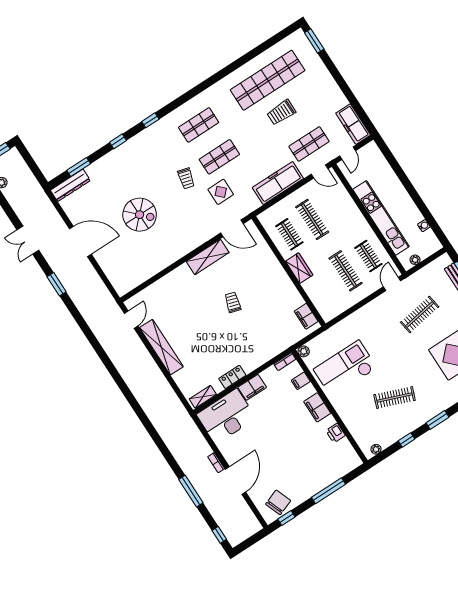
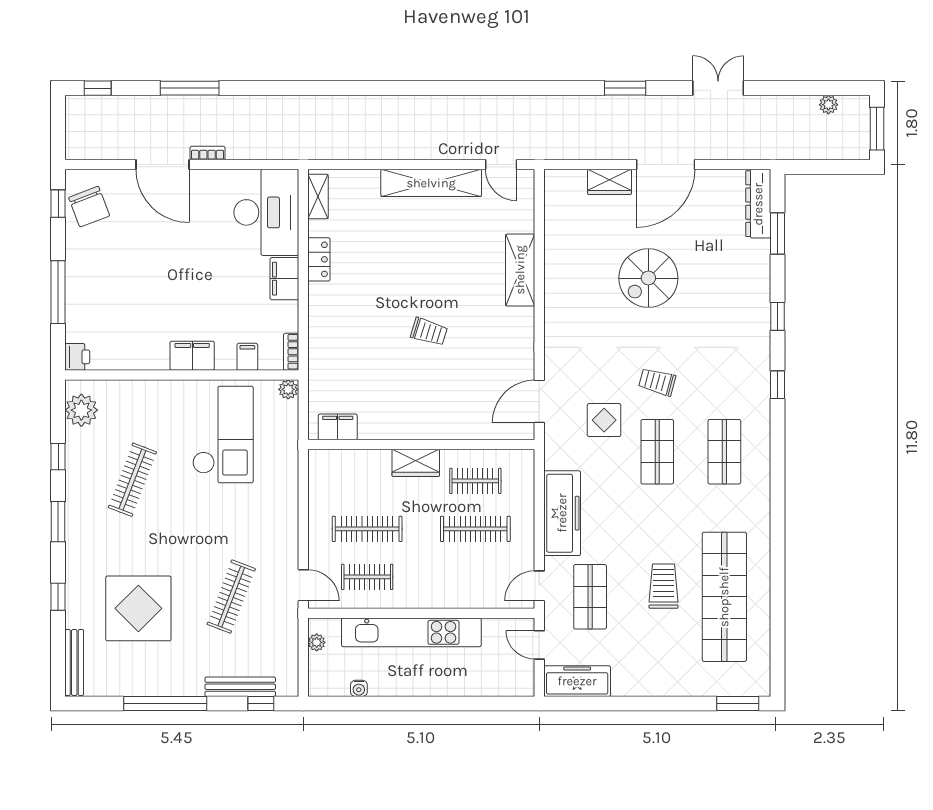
shelving: (208, 257) -> (520, 270), moved
wardrobe: (106, 263) -> (609, 182), added
clothes rail: (420, 315) -> (231, 597), turned 30
printer: (336, 433) -> (77, 357), moved, turned 90
plant: (376, 449) -> (81, 410), width x1.88, depth x1.88

